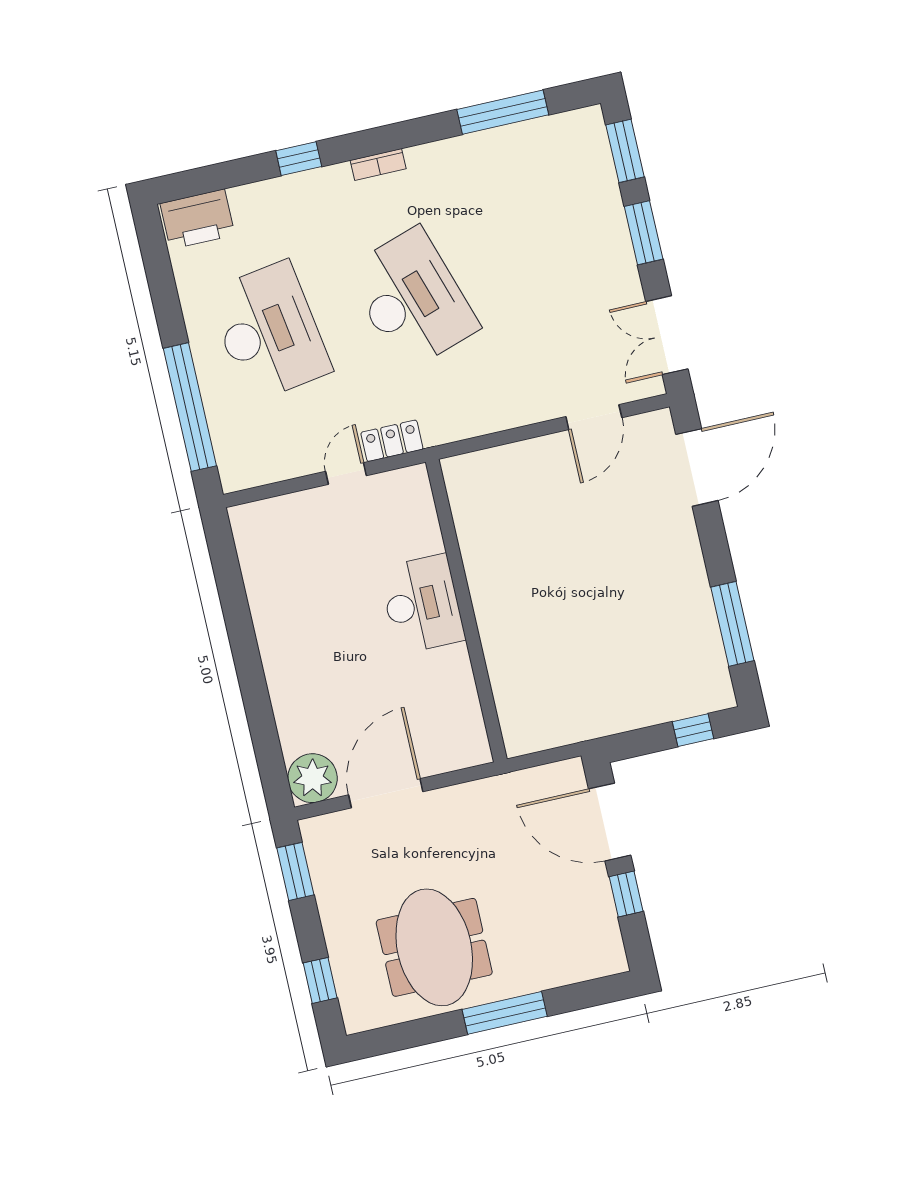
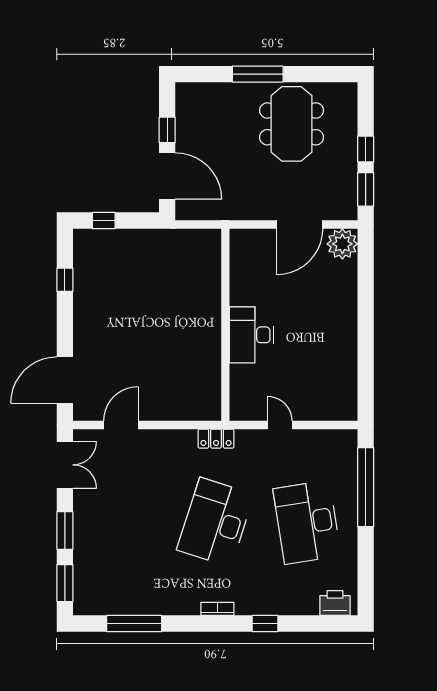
printer: (197, 219) -> (335, 603), width x0.73, depth x0.84
desk: (412, 299) -> (215, 522), turned 36
locker: (392, 441) -> (216, 439), moved
door: (346, 473) -> (280, 425), swing flipped
window: (732, 624) -> (65, 280), width x0.46
window: (320, 980) -> (366, 149), moved

